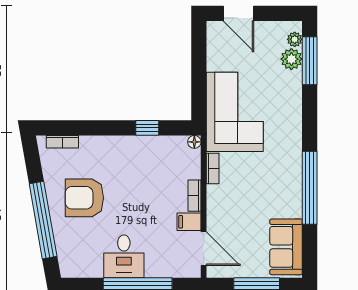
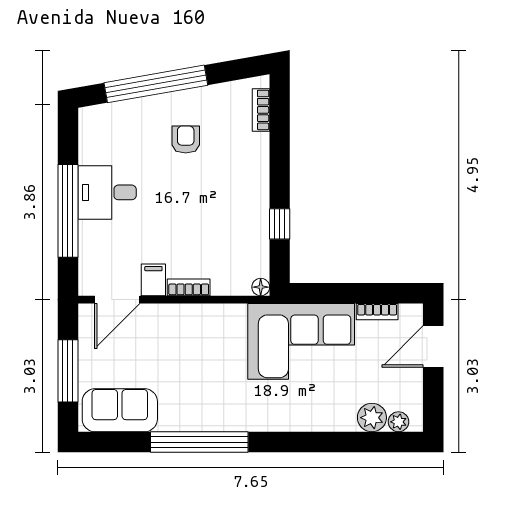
window: (310, 61) -> (370, 442), removed
bookcase: (213, 168) -> (377, 312), moved
armchair: (84, 198) -> (186, 139), width x0.53, depth x0.53

